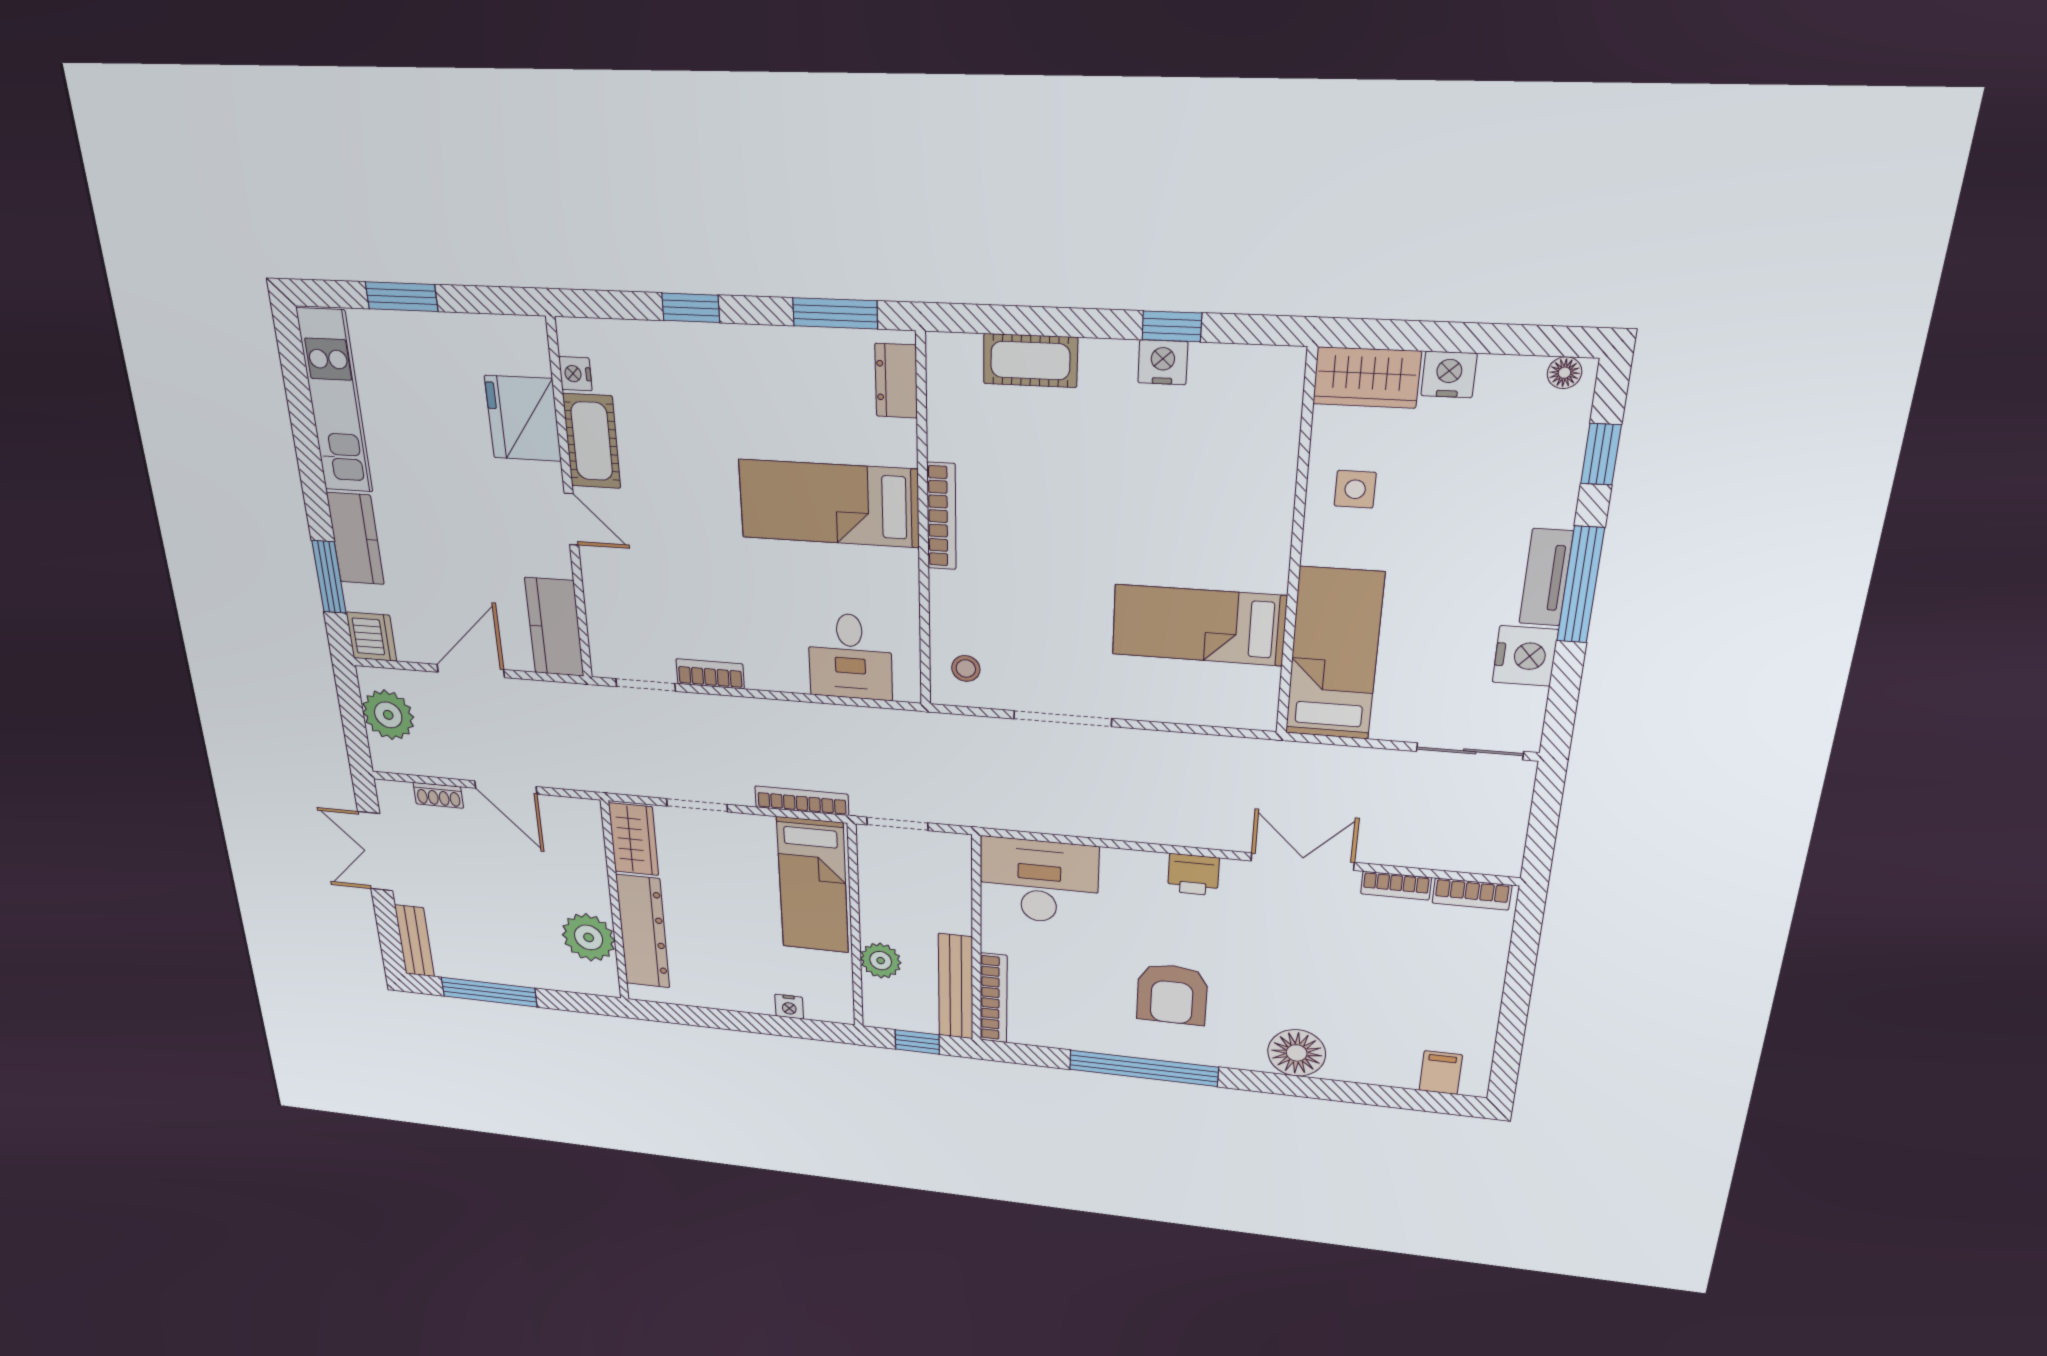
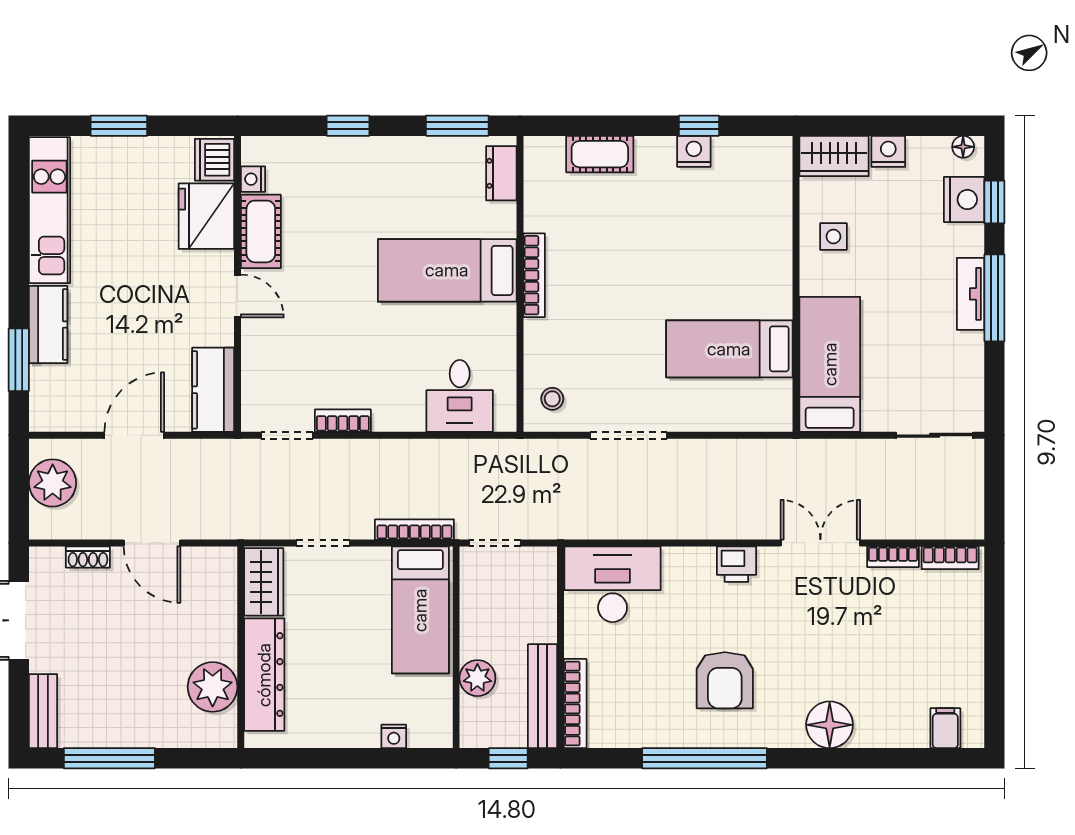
dishwasher: (371, 637) -> (214, 160), moved, turned 180
nightstand: (1525, 656) -> (964, 200), moved

